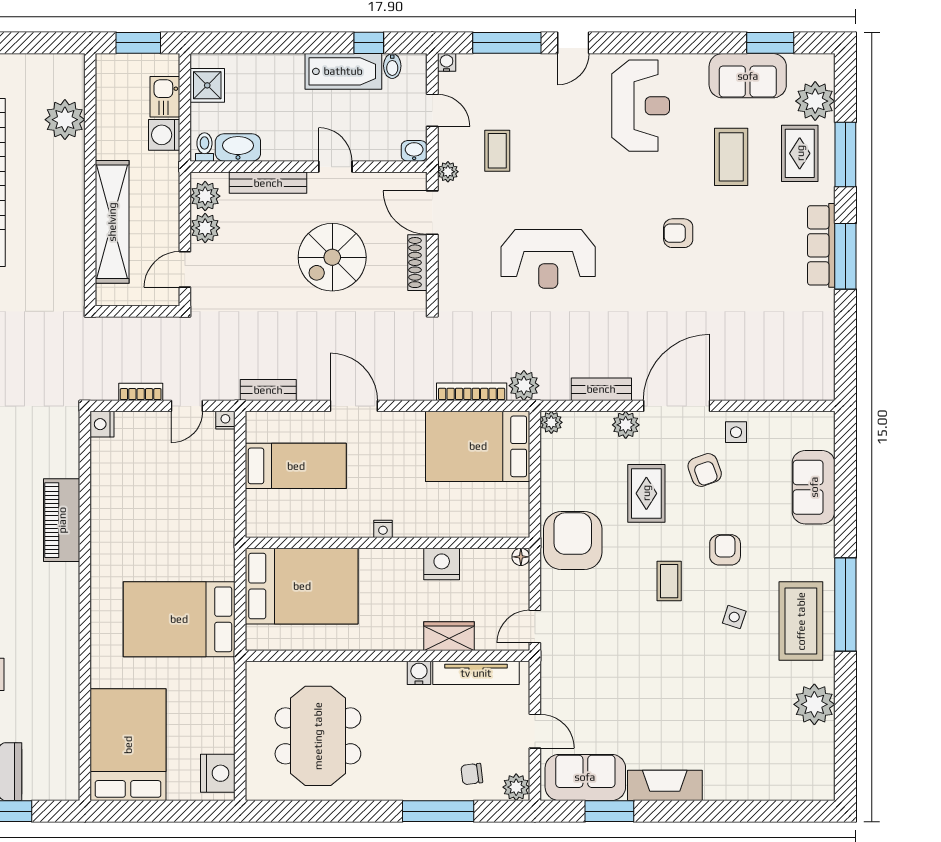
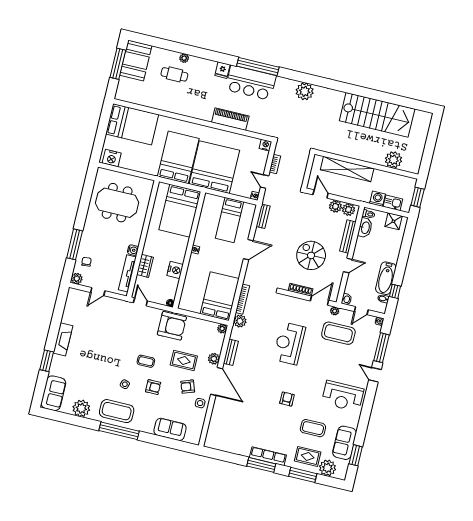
coffee table: (497, 151) -> (338, 333), width x1.86, depth x1.72
bed: (182, 531) -> (214, 167), added
sofa: (585, 777) -> (53, 393), moved
window: (609, 811) -> (47, 361), moved

